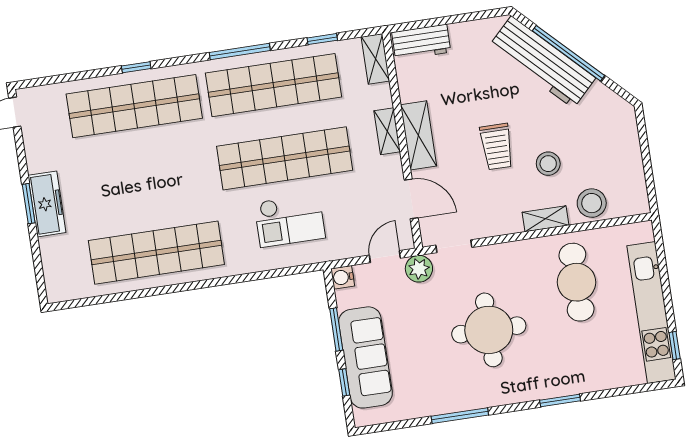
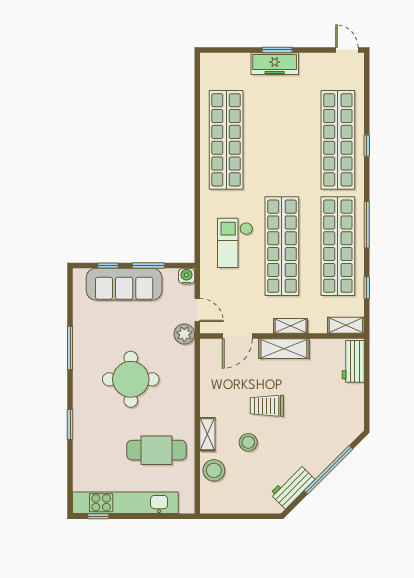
workbench: (542, 62) -> (292, 487), moved, width x0.53, depth x0.76
doorway: (454, 246) -> (197, 363), removed

